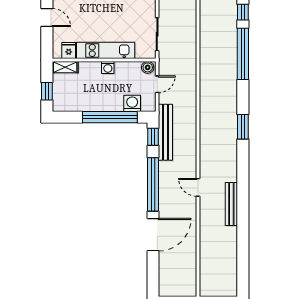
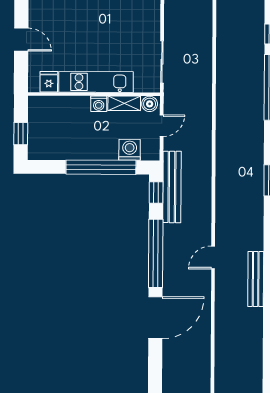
shelving: (65, 67) -> (124, 103), moved
door: (198, 187) -> (213, 258), hinge flipped

